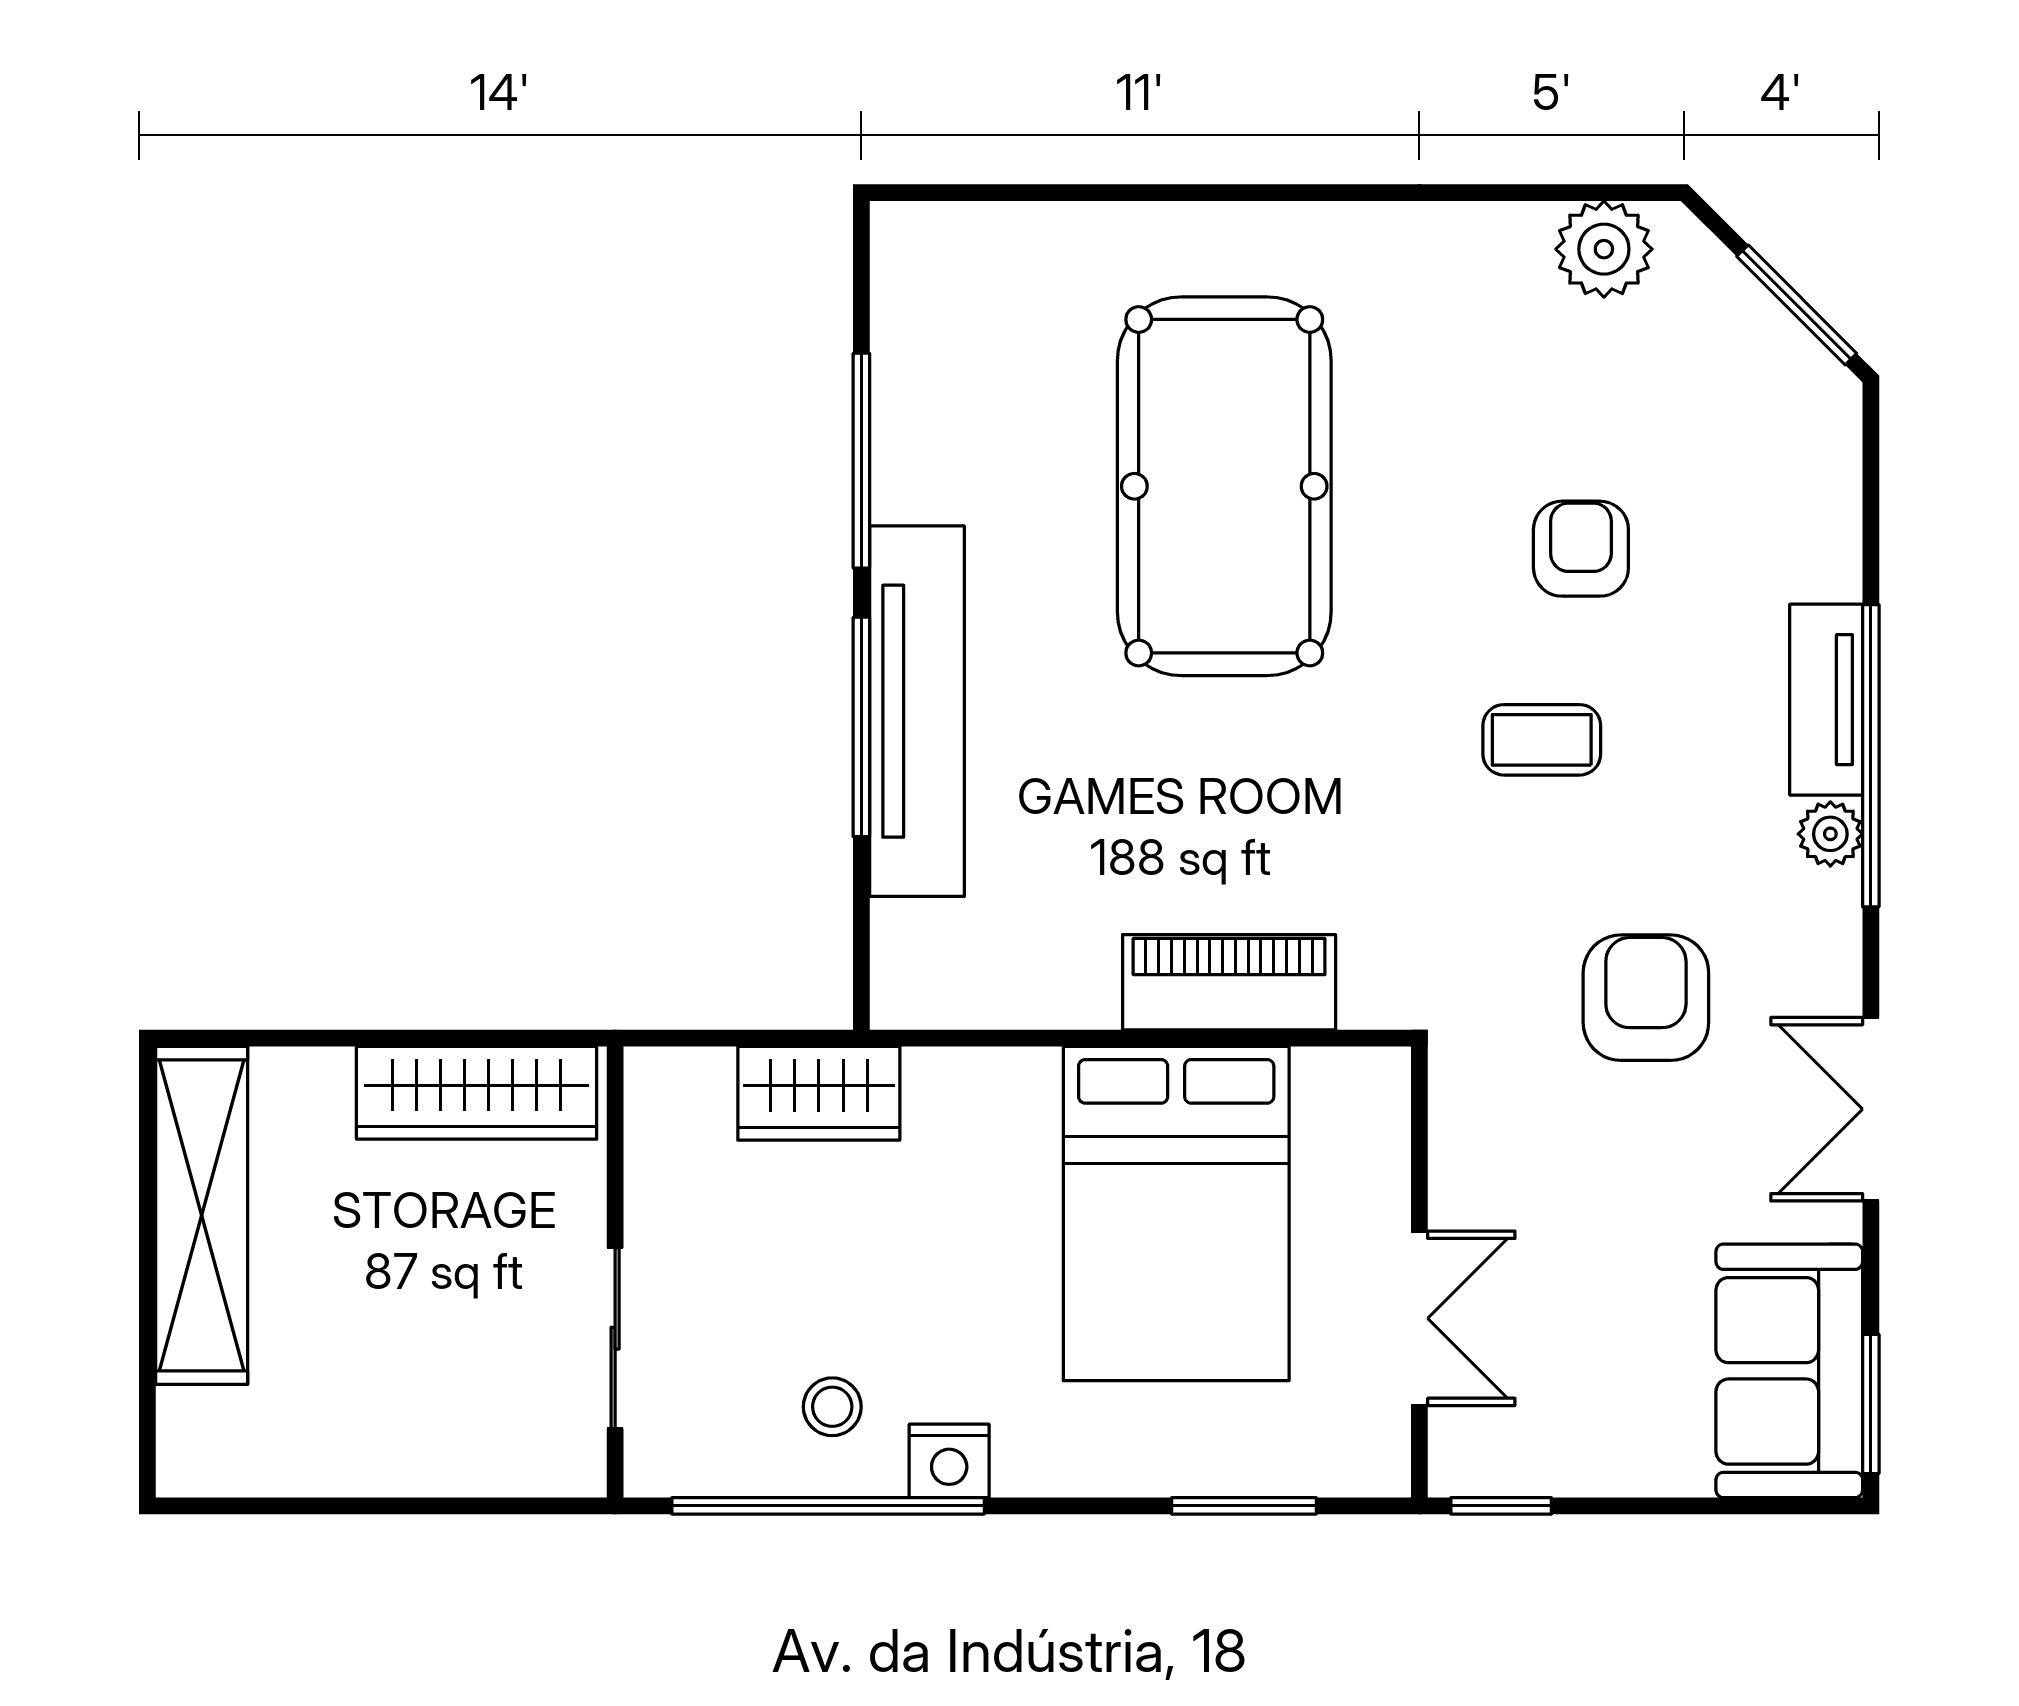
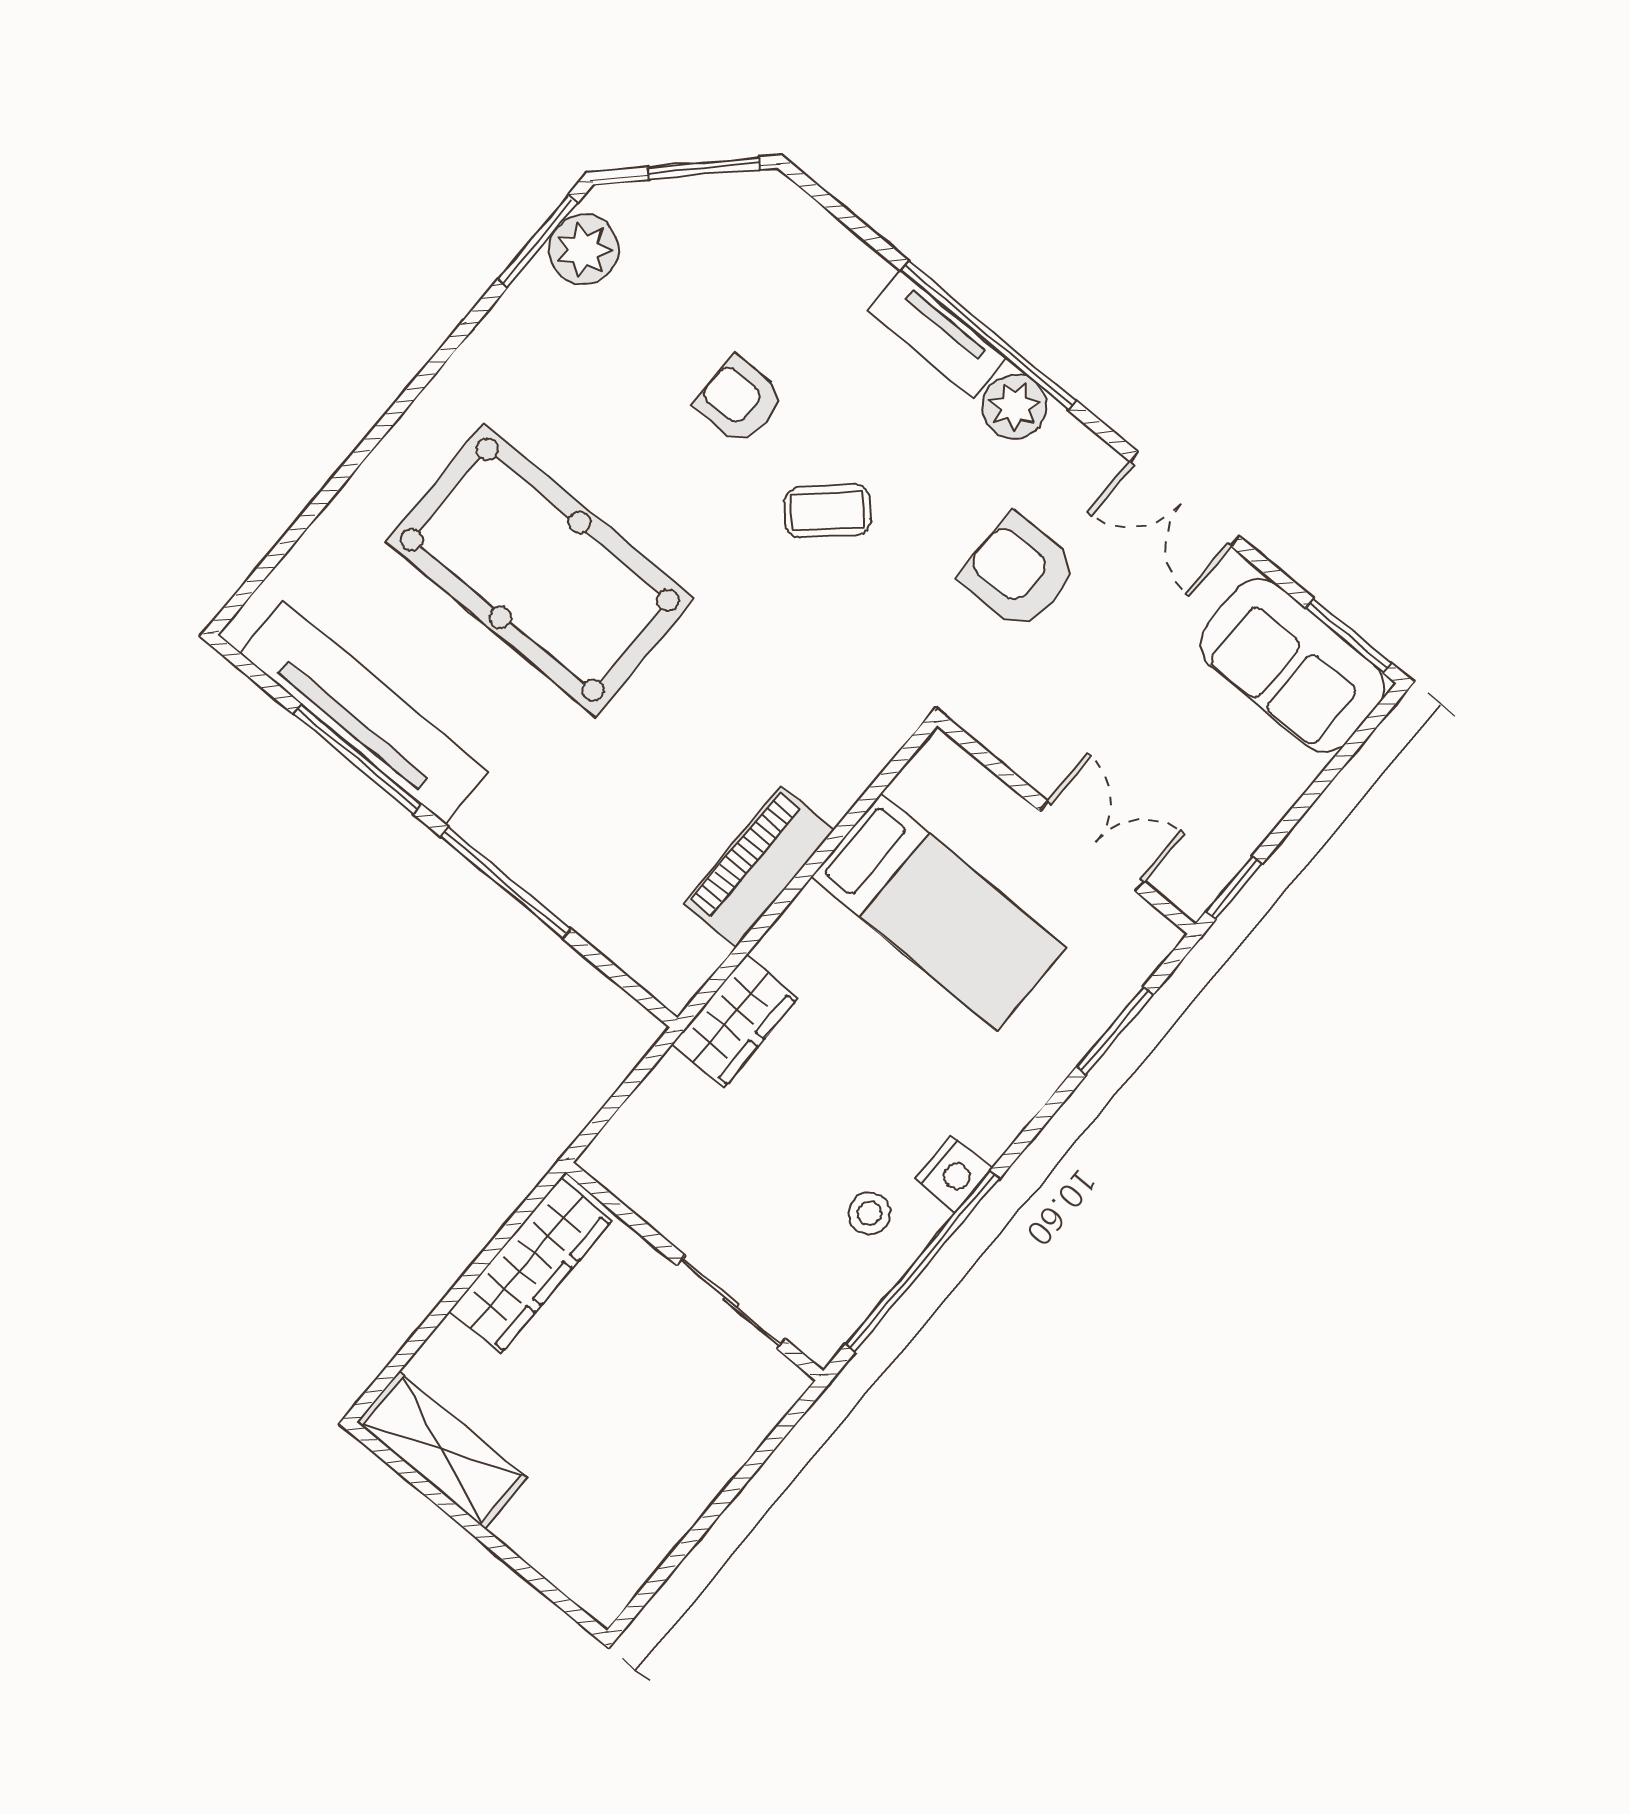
window: (1572, 193) -> (538, 241), added
tv unit: (917, 711) -> (364, 712), moved
coffee table: (1542, 740) -> (828, 511), turned 47
plant: (1830, 834) -> (1014, 407), width x1.38, depth x1.38
piano: (1229, 982) -> (759, 867), moved
wardrobe: (819, 1093) -> (735, 1021), moved
bed: (1176, 1213) -> (939, 912), width x0.67
shelving: (202, 1215) -> (442, 1450), width x0.68

